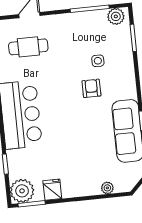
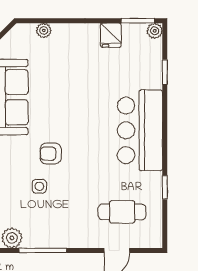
armchair: (91, 88) -> (51, 154), turned 90
plant: (22, 191) -> (155, 31), width x0.53, depth x0.53

